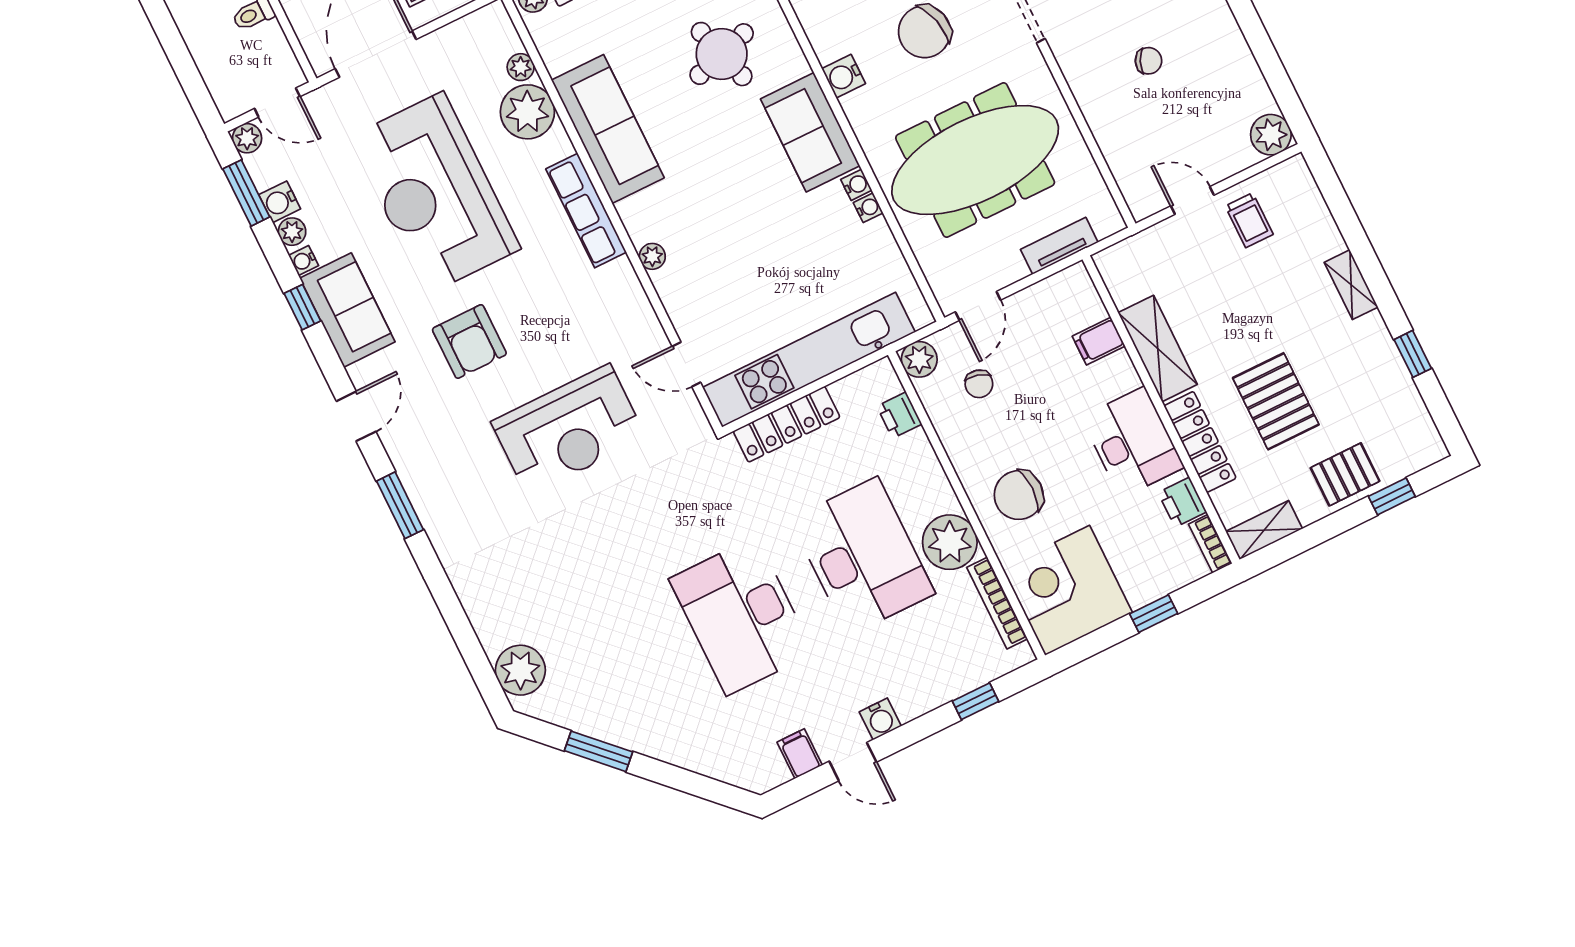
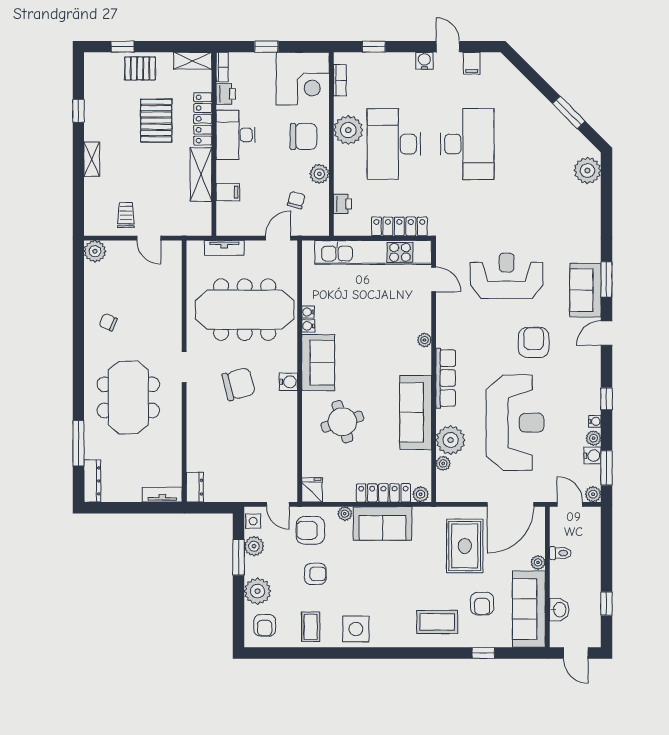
chair: (1148, 61) -> (108, 322), moved
sofa: (347, 310) -> (585, 290), moved
plant: (919, 359) -> (319, 174), moved
bookcase: (997, 603) -> (340, 80), width x0.64

